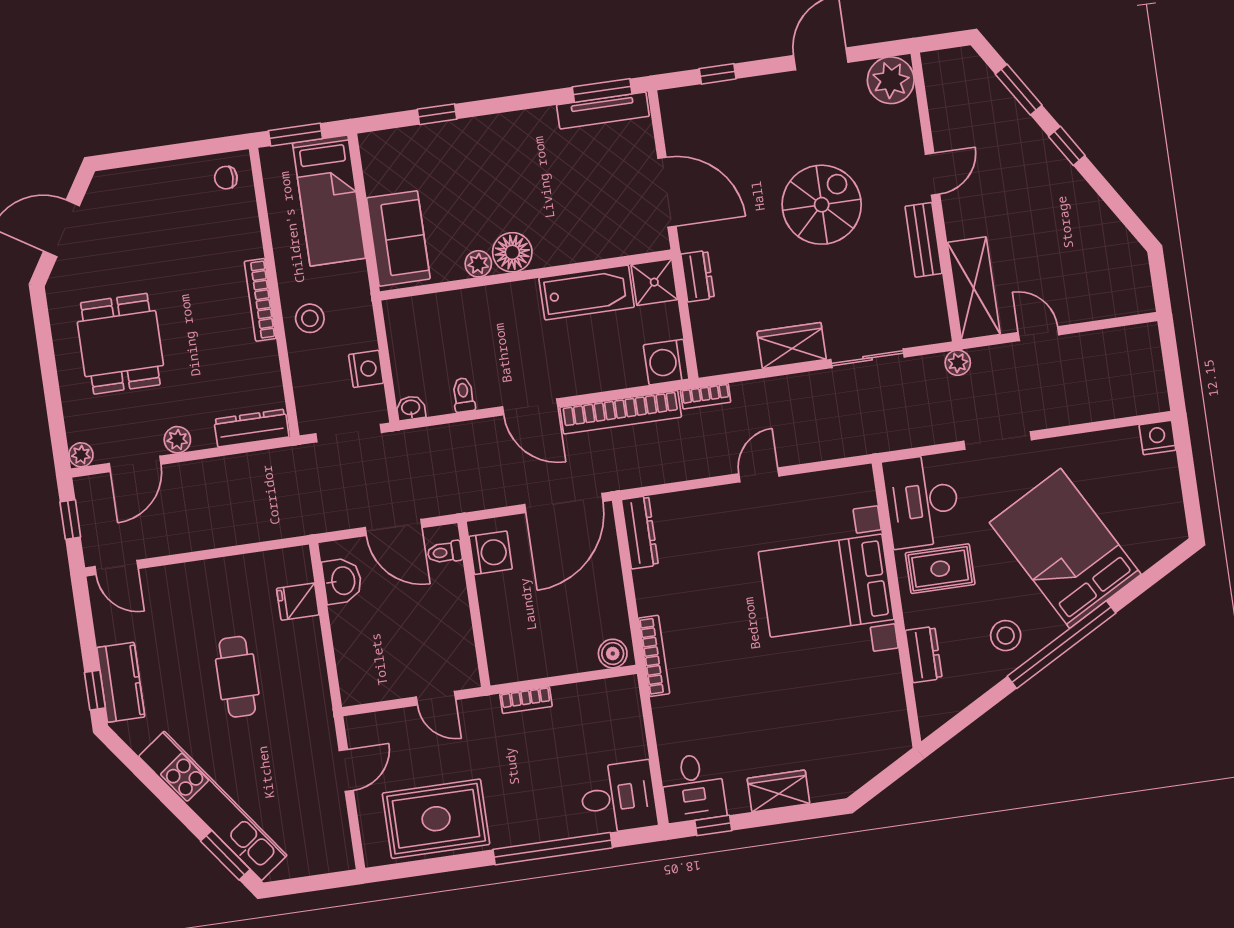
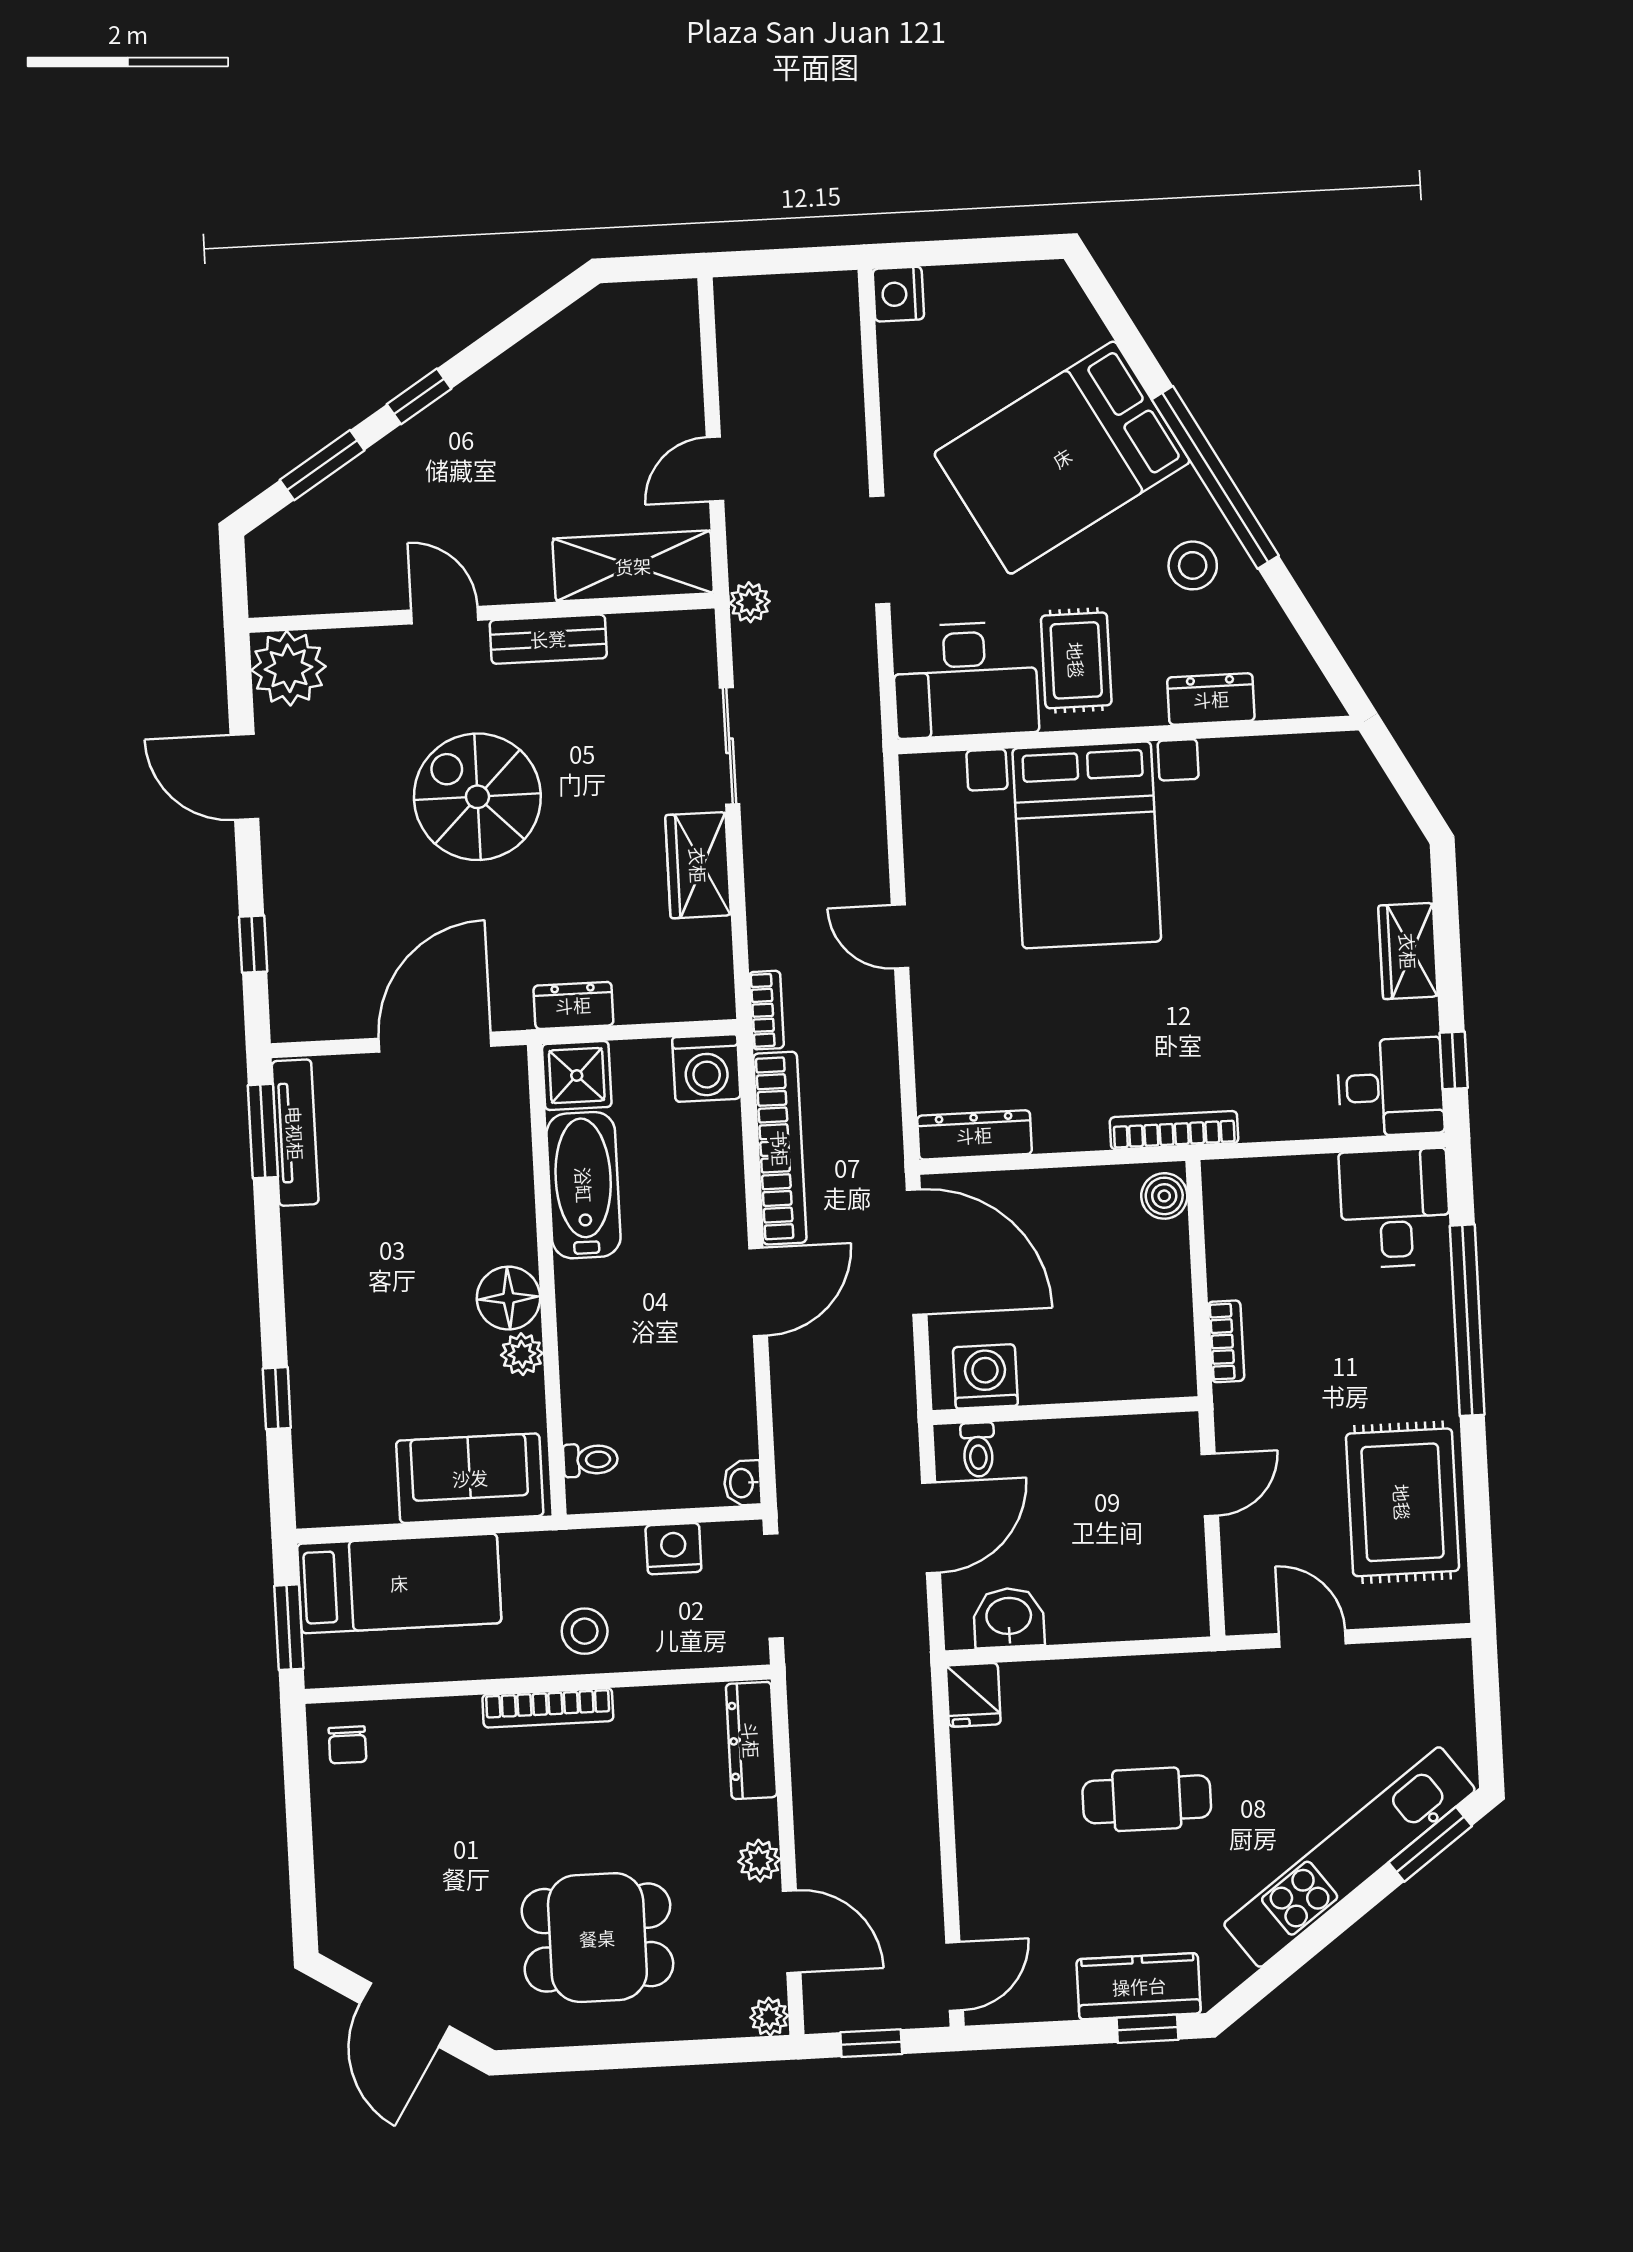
toilet: (463, 395) -> (591, 1460), moved, turned 180
fridge: (298, 602) -> (973, 1695), moved

